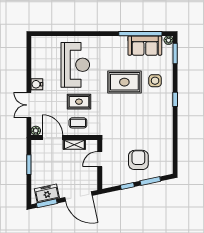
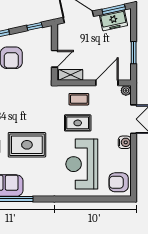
armchair: (42, 49) -> (119, 182), added
door: (53, 137) -> (107, 83), swing flipped
shelving: (74, 145) -> (71, 75), moved
window: (127, 186) -> (35, 26), moved

